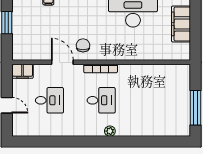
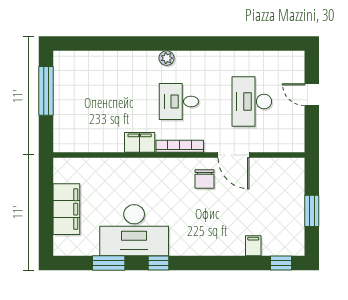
filing cabinet: (22, 71) -> (140, 142), moved
desk: (49, 100) -> (252, 102), width x1.37

